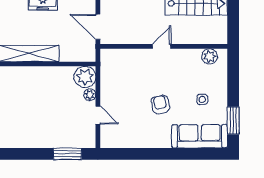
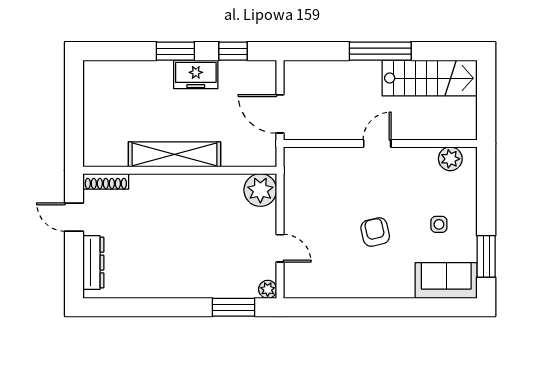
plant: (90, 95) -> (268, 289), moved
sofa: (200, 136) -> (446, 280), width x0.73

